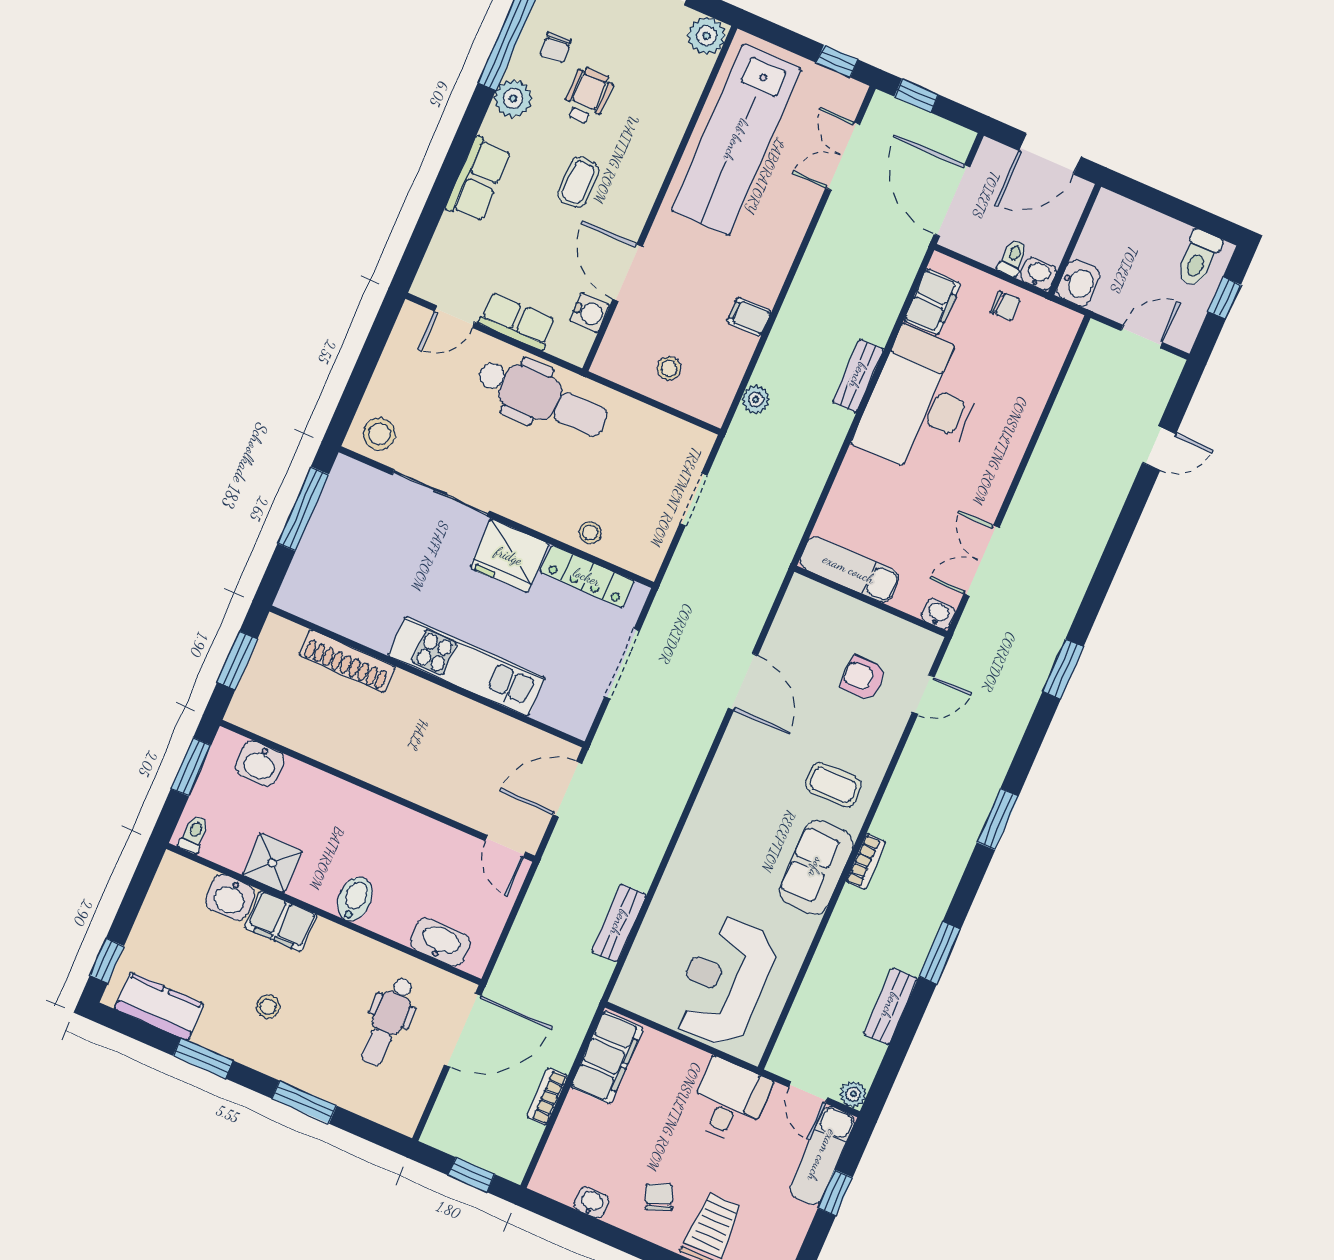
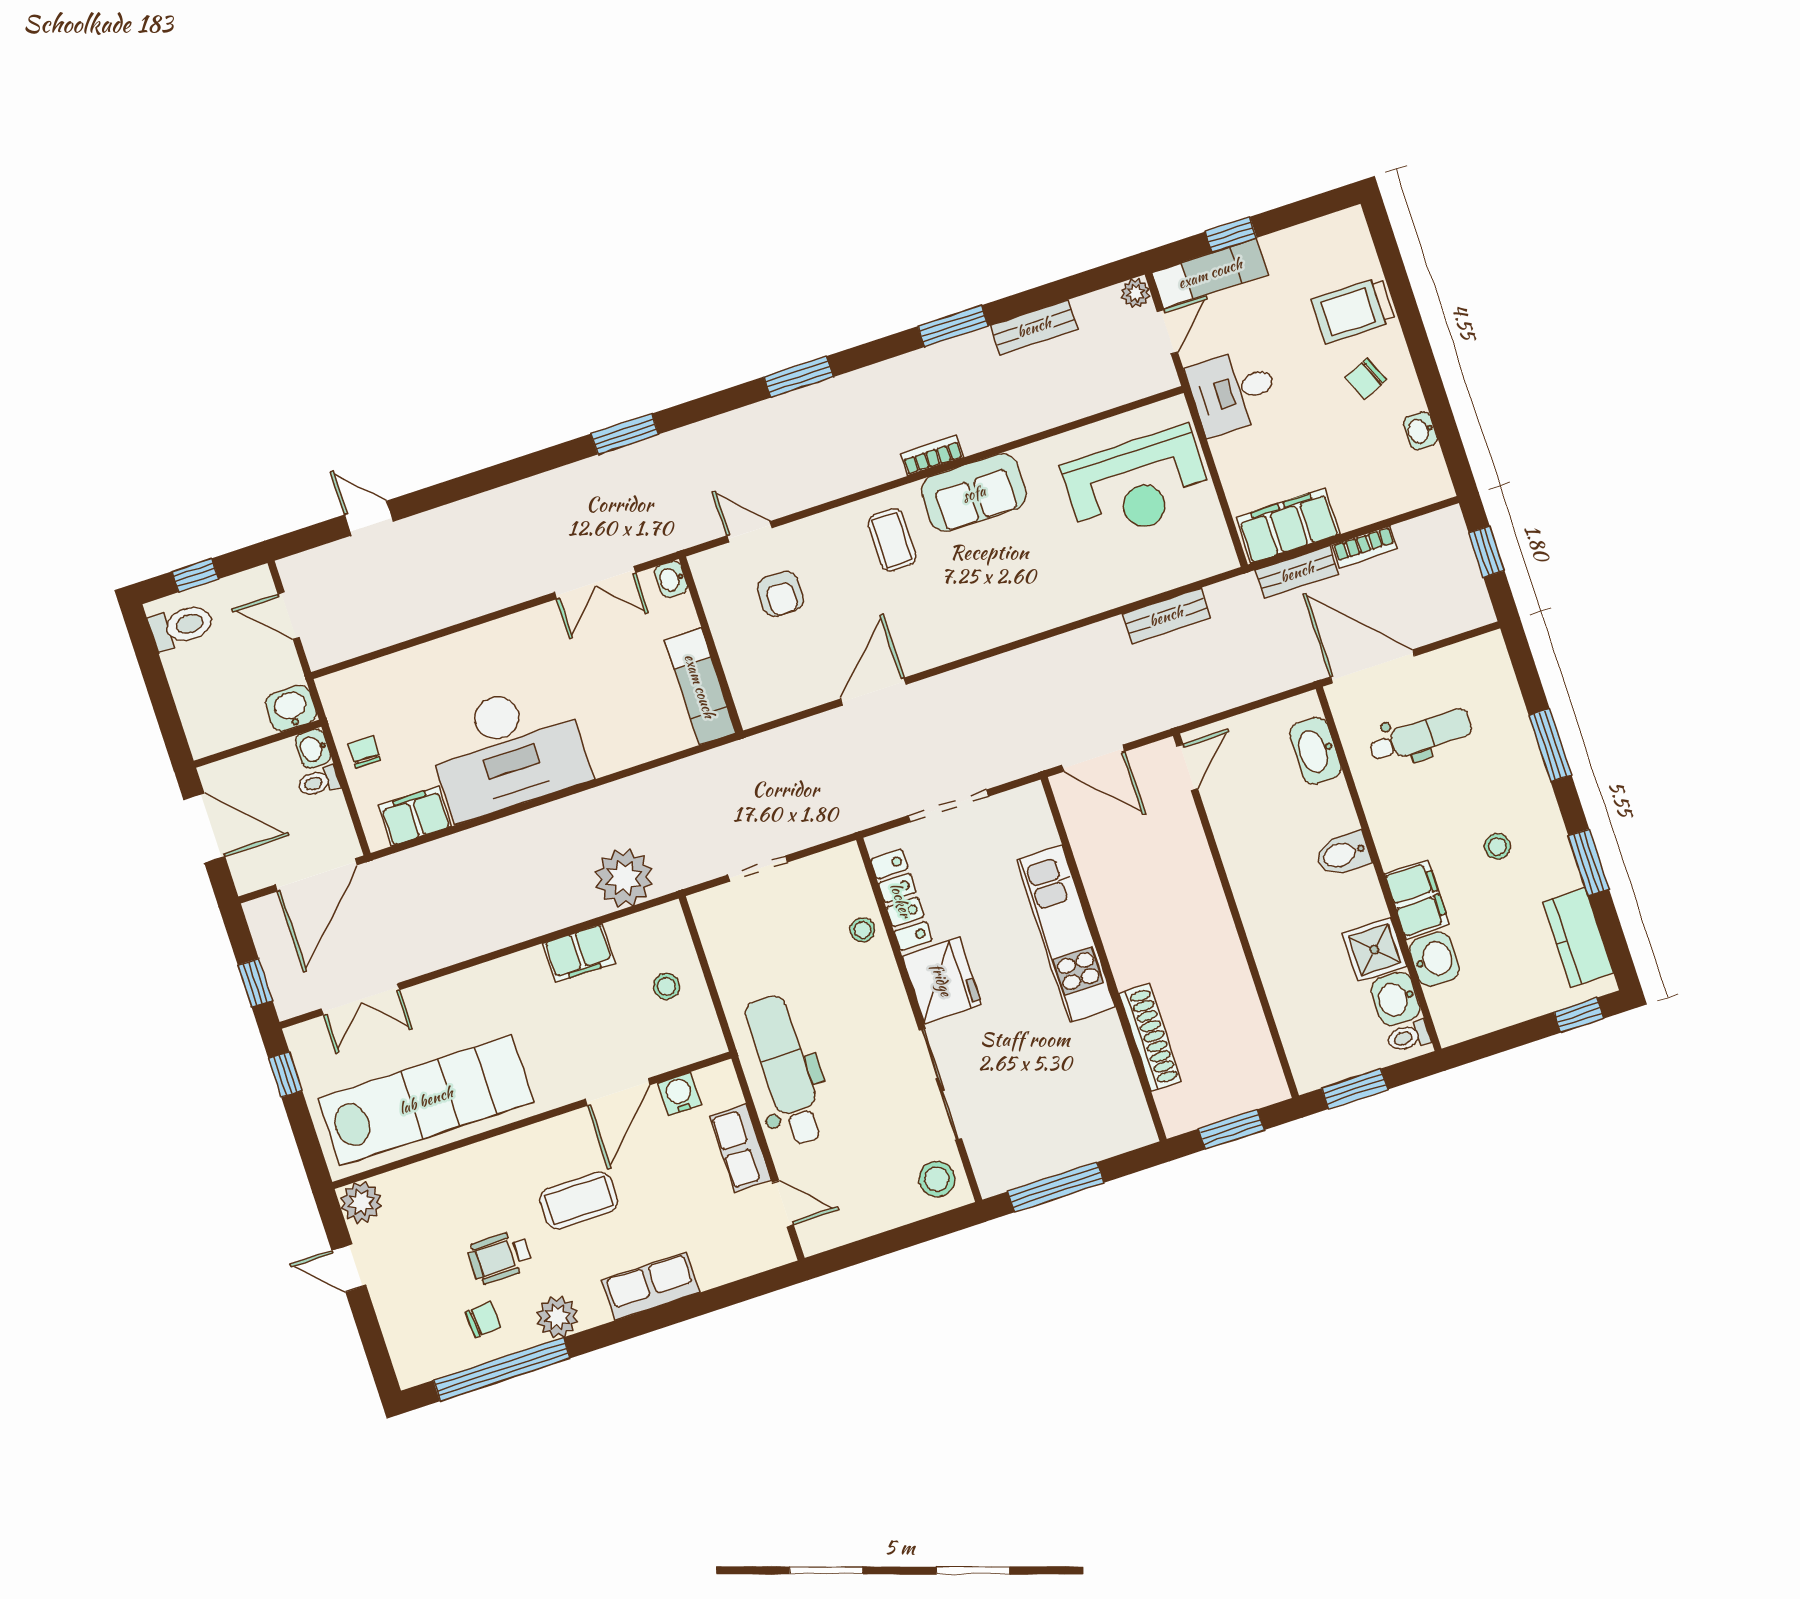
coffee table: (578, 182) -> (579, 1200), width x1.36, depth x1.30
filing cabinet: (749, 317) -> (579, 953), width x2.00
bench: (858, 376) -> (1297, 572), moved
plant: (756, 400) -> (624, 878), width x1.87, depth x1.87
washbasin: (260, 763) -> (1396, 999), moved, turned 180

